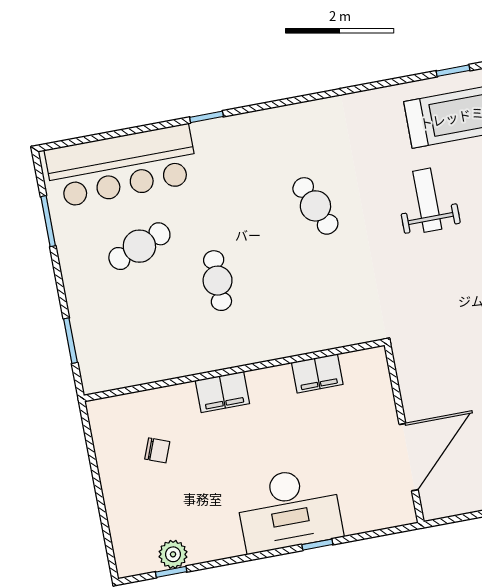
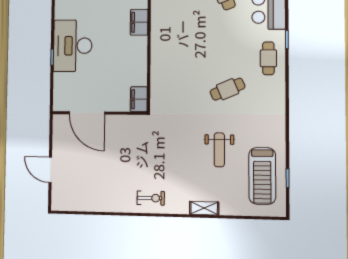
weight bench: (427, 200) -> (219, 150), turned 90
cafe table: (218, 281) -> (268, 58), moved, turned 90
filing cabinet: (317, 373) -> (139, 99), moved

